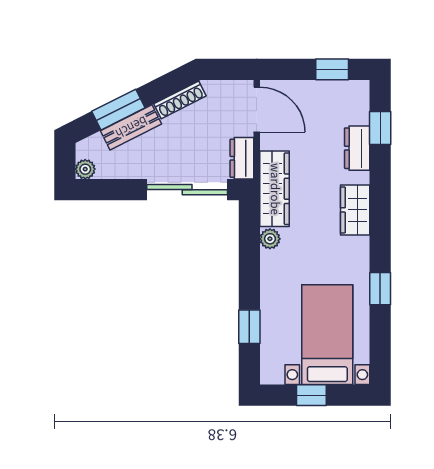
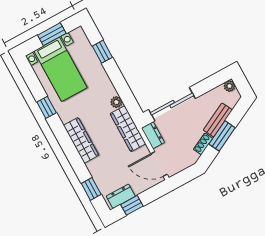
shoe rack: (180, 100) -> (203, 144), width x0.70
window: (118, 110) -> (222, 136), moved
dresser: (357, 148) -> (121, 196), moved, turned -90
wardrobe: (355, 210) -> (81, 140), width x1.50
window: (311, 395) -> (52, 34), width x1.50

